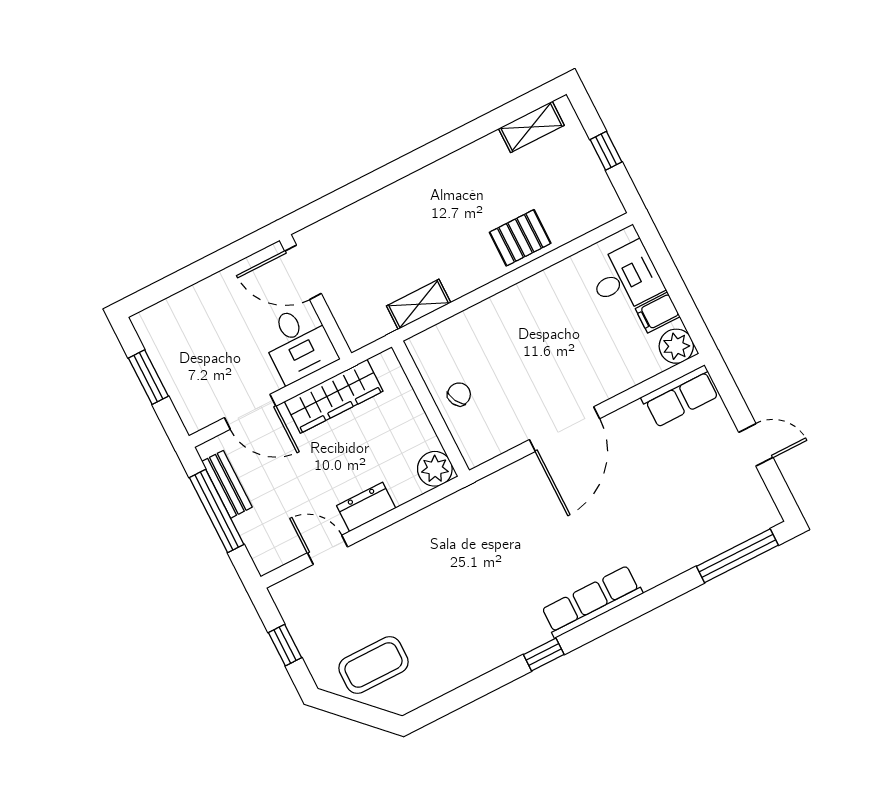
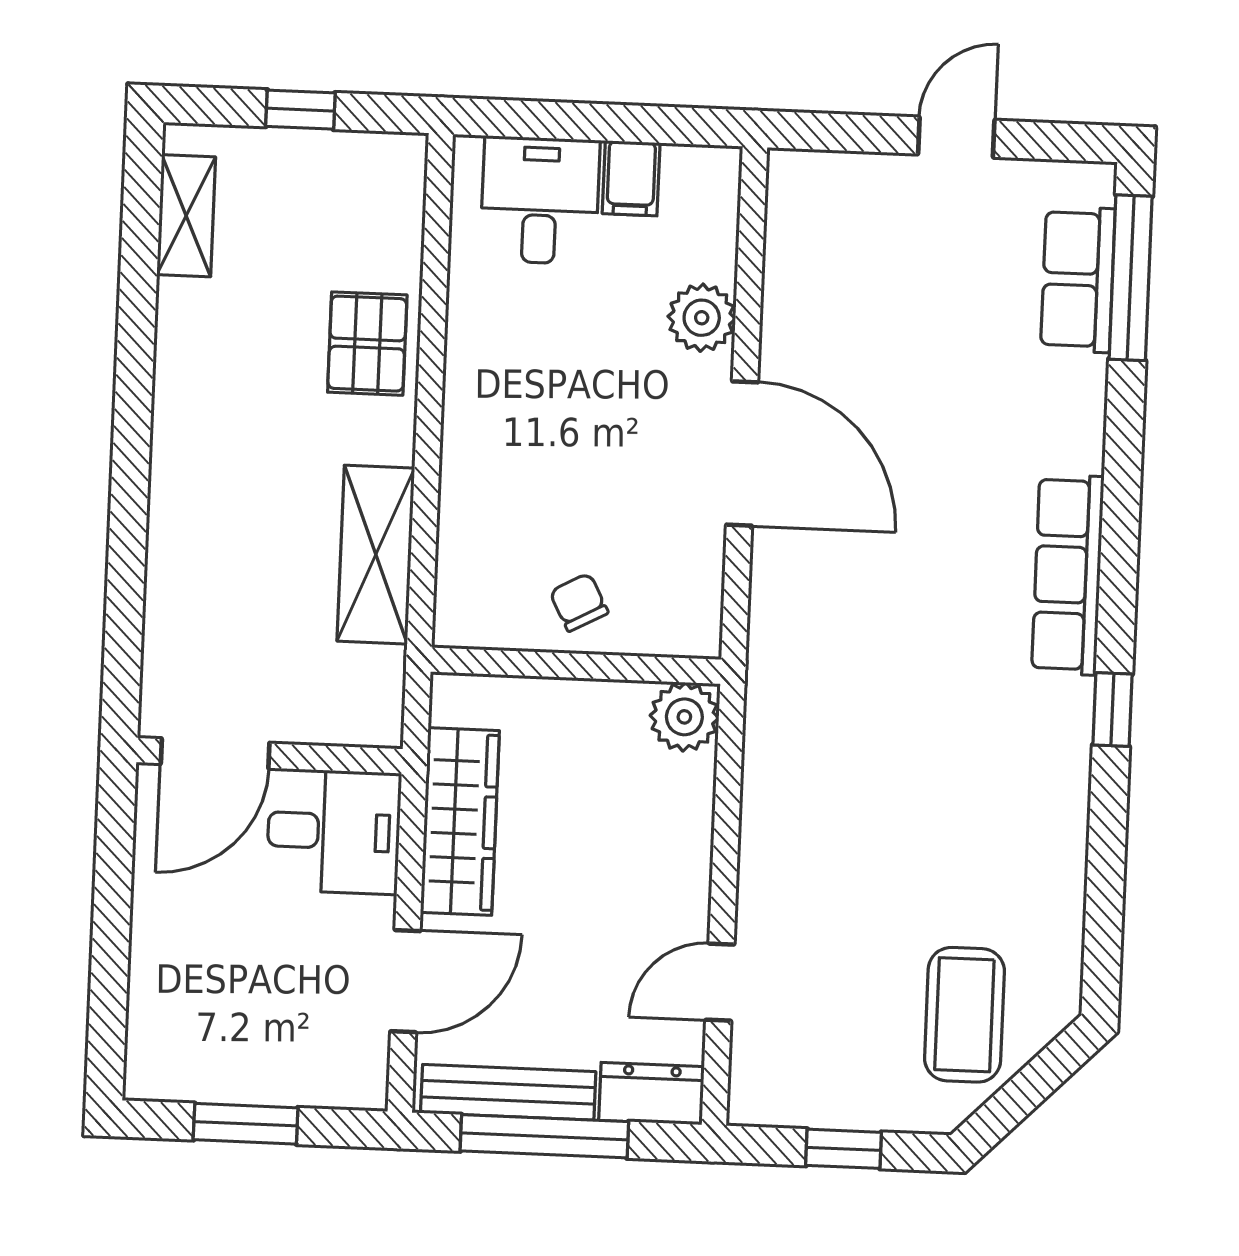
shelving: (419, 304) -> (376, 555), width x1.50, depth x1.33
plant: (676, 346) -> (702, 318), moved
row of seats: (680, 396) -> (1078, 279), moved, turned 180
bench: (227, 484) -> (508, 1092), width x1.36
dresser: (366, 507) -> (651, 1094), moved, turned 90

